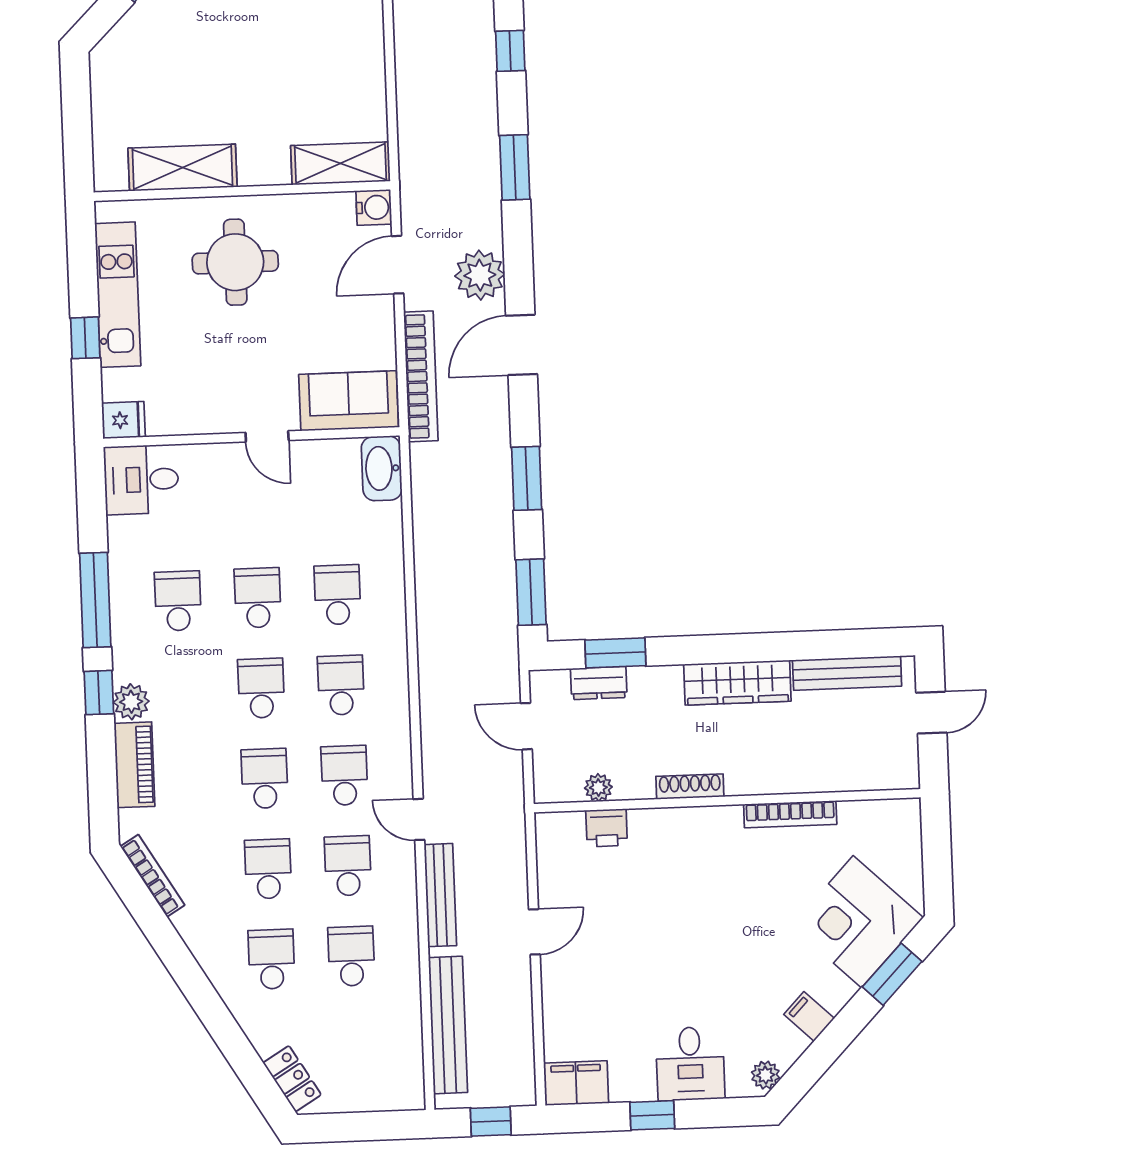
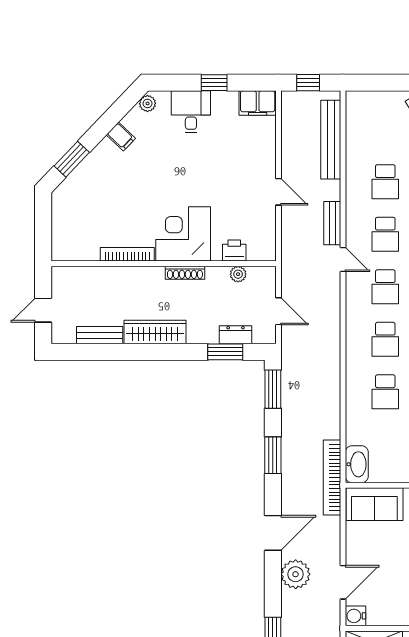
bookcase: (421, 376) -> (332, 478), moved
bench: (847, 673) -> (100, 335), width x0.73
bench: (440, 895) -> (332, 223), width x0.73
corner desk: (857, 922) -> (183, 234), moved, turned -134
door: (534, 932) -> (279, 192), swing flipped

